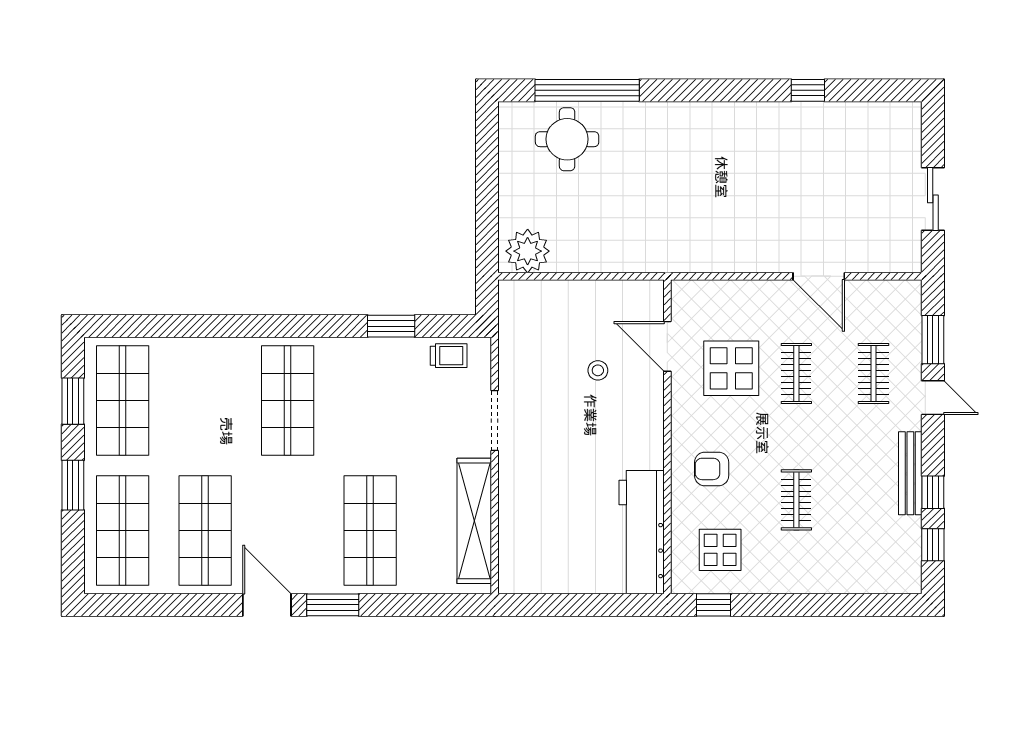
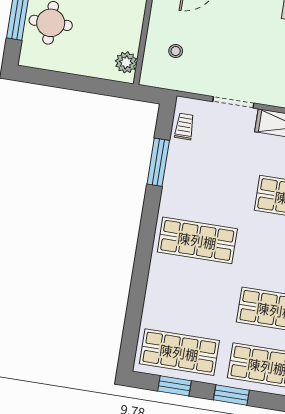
plant: (528, 251) -> (126, 62), width x0.73, depth x0.73
window: (391, 326) -> (158, 162), width x1.44
stool: (598, 370) -> (176, 51), moved

